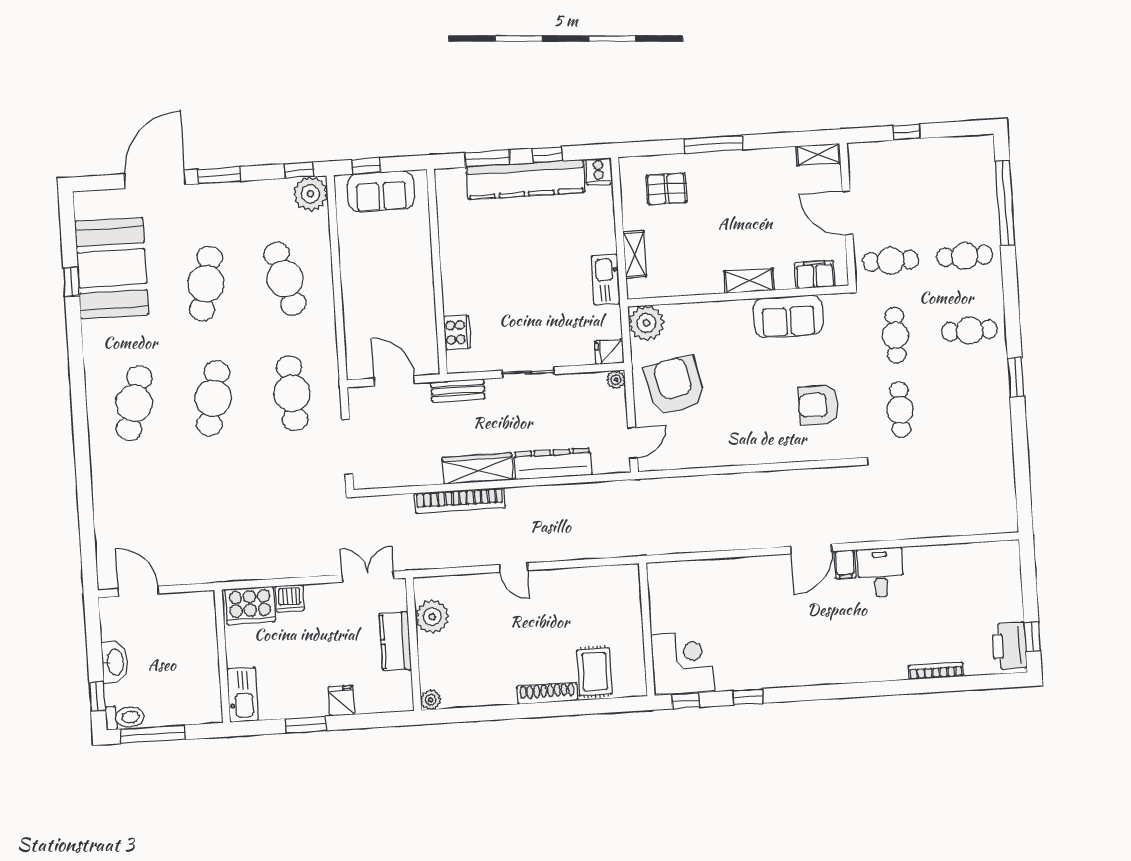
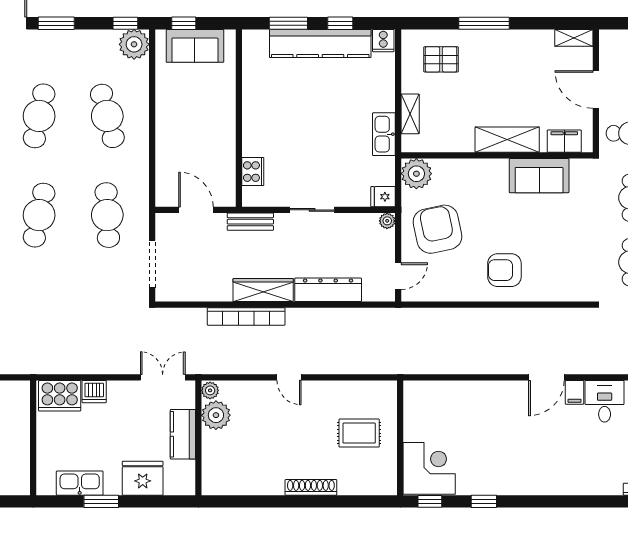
shelving: (749, 281) -> (507, 140), width x1.50, depth x1.33
armchair: (818, 405) -> (504, 270), moved
rug: (594, 672) -> (359, 433), moved, turned 90
kitchen sink: (242, 695) -> (80, 483), moved, turned -90
plant: (431, 700) -> (210, 390), moved
fridge: (341, 701) -> (143, 478), width x1.88, depth x1.34

